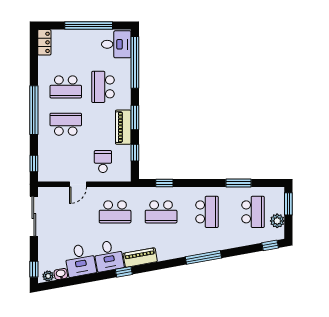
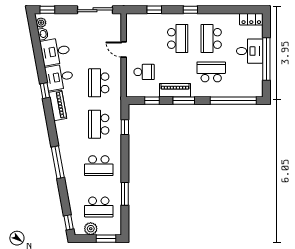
desk: (116, 44) -> (250, 51), moved, turned -90
window: (34, 110) -> (190, 10), width x0.32
window: (34, 163) -> (154, 10), moved

